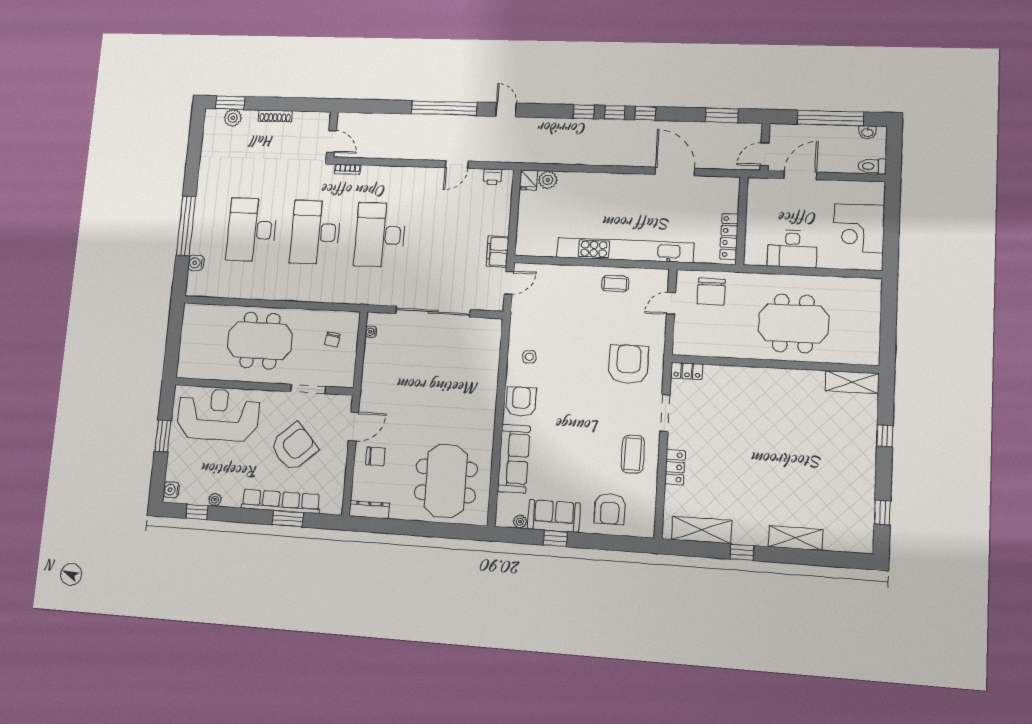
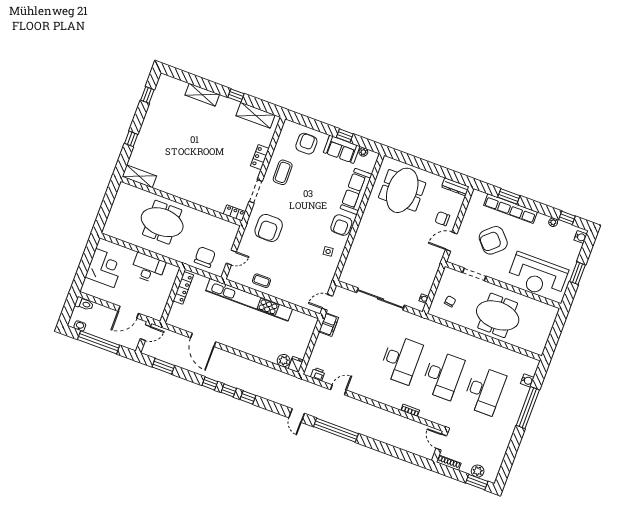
wall: (332, 134) -> (440, 447), moved
door: (332, 141) -> (441, 442), moved

